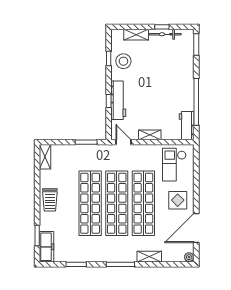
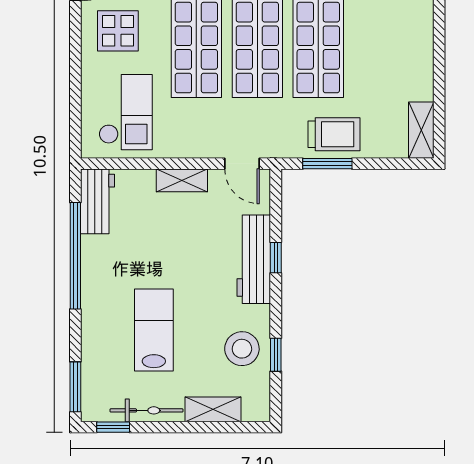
window: (162, 27) -> (113, 427), moved
lab bench: (162, 69) -> (154, 330), added
trolley: (50, 200) -> (334, 134), moved, turned 90

